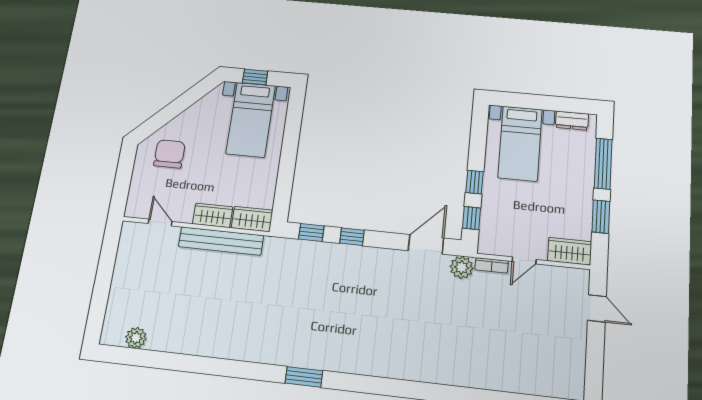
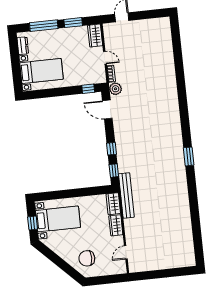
window: (474, 182) -> (68, 91), removed
bench: (221, 241) -> (126, 195), moved
plant: (136, 338) -> (188, 247), removed

